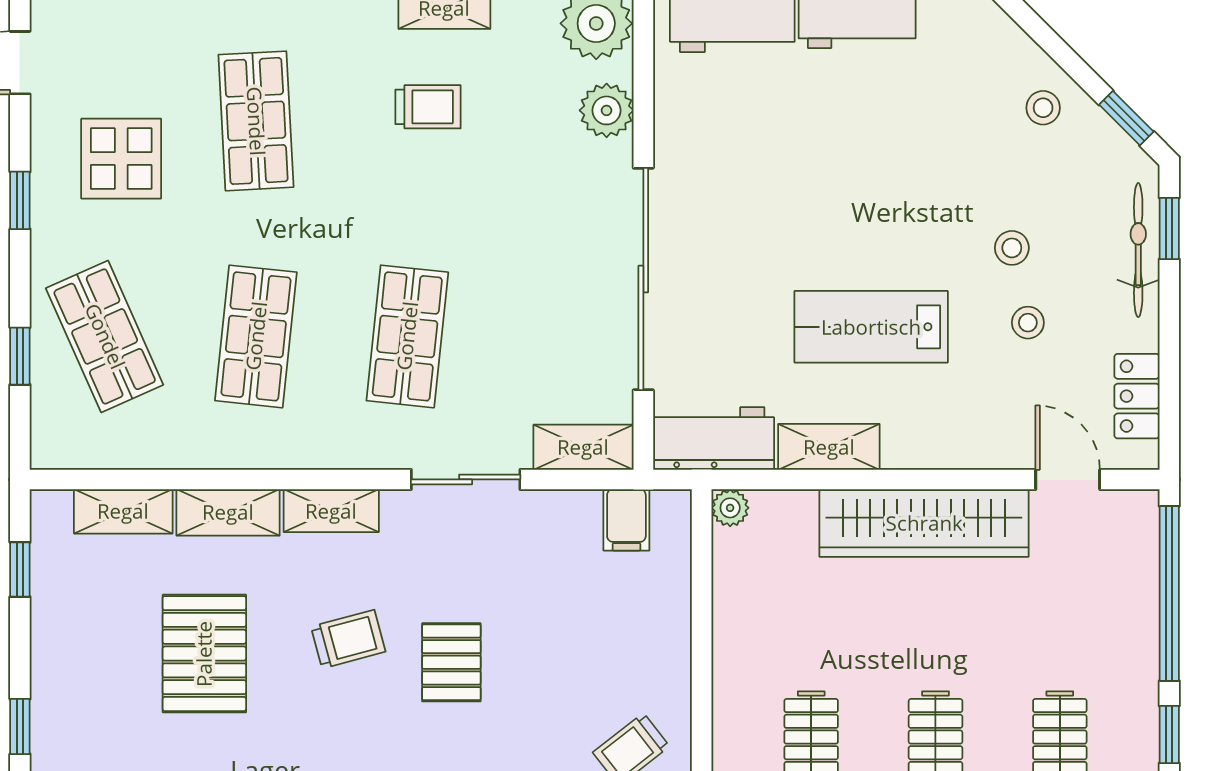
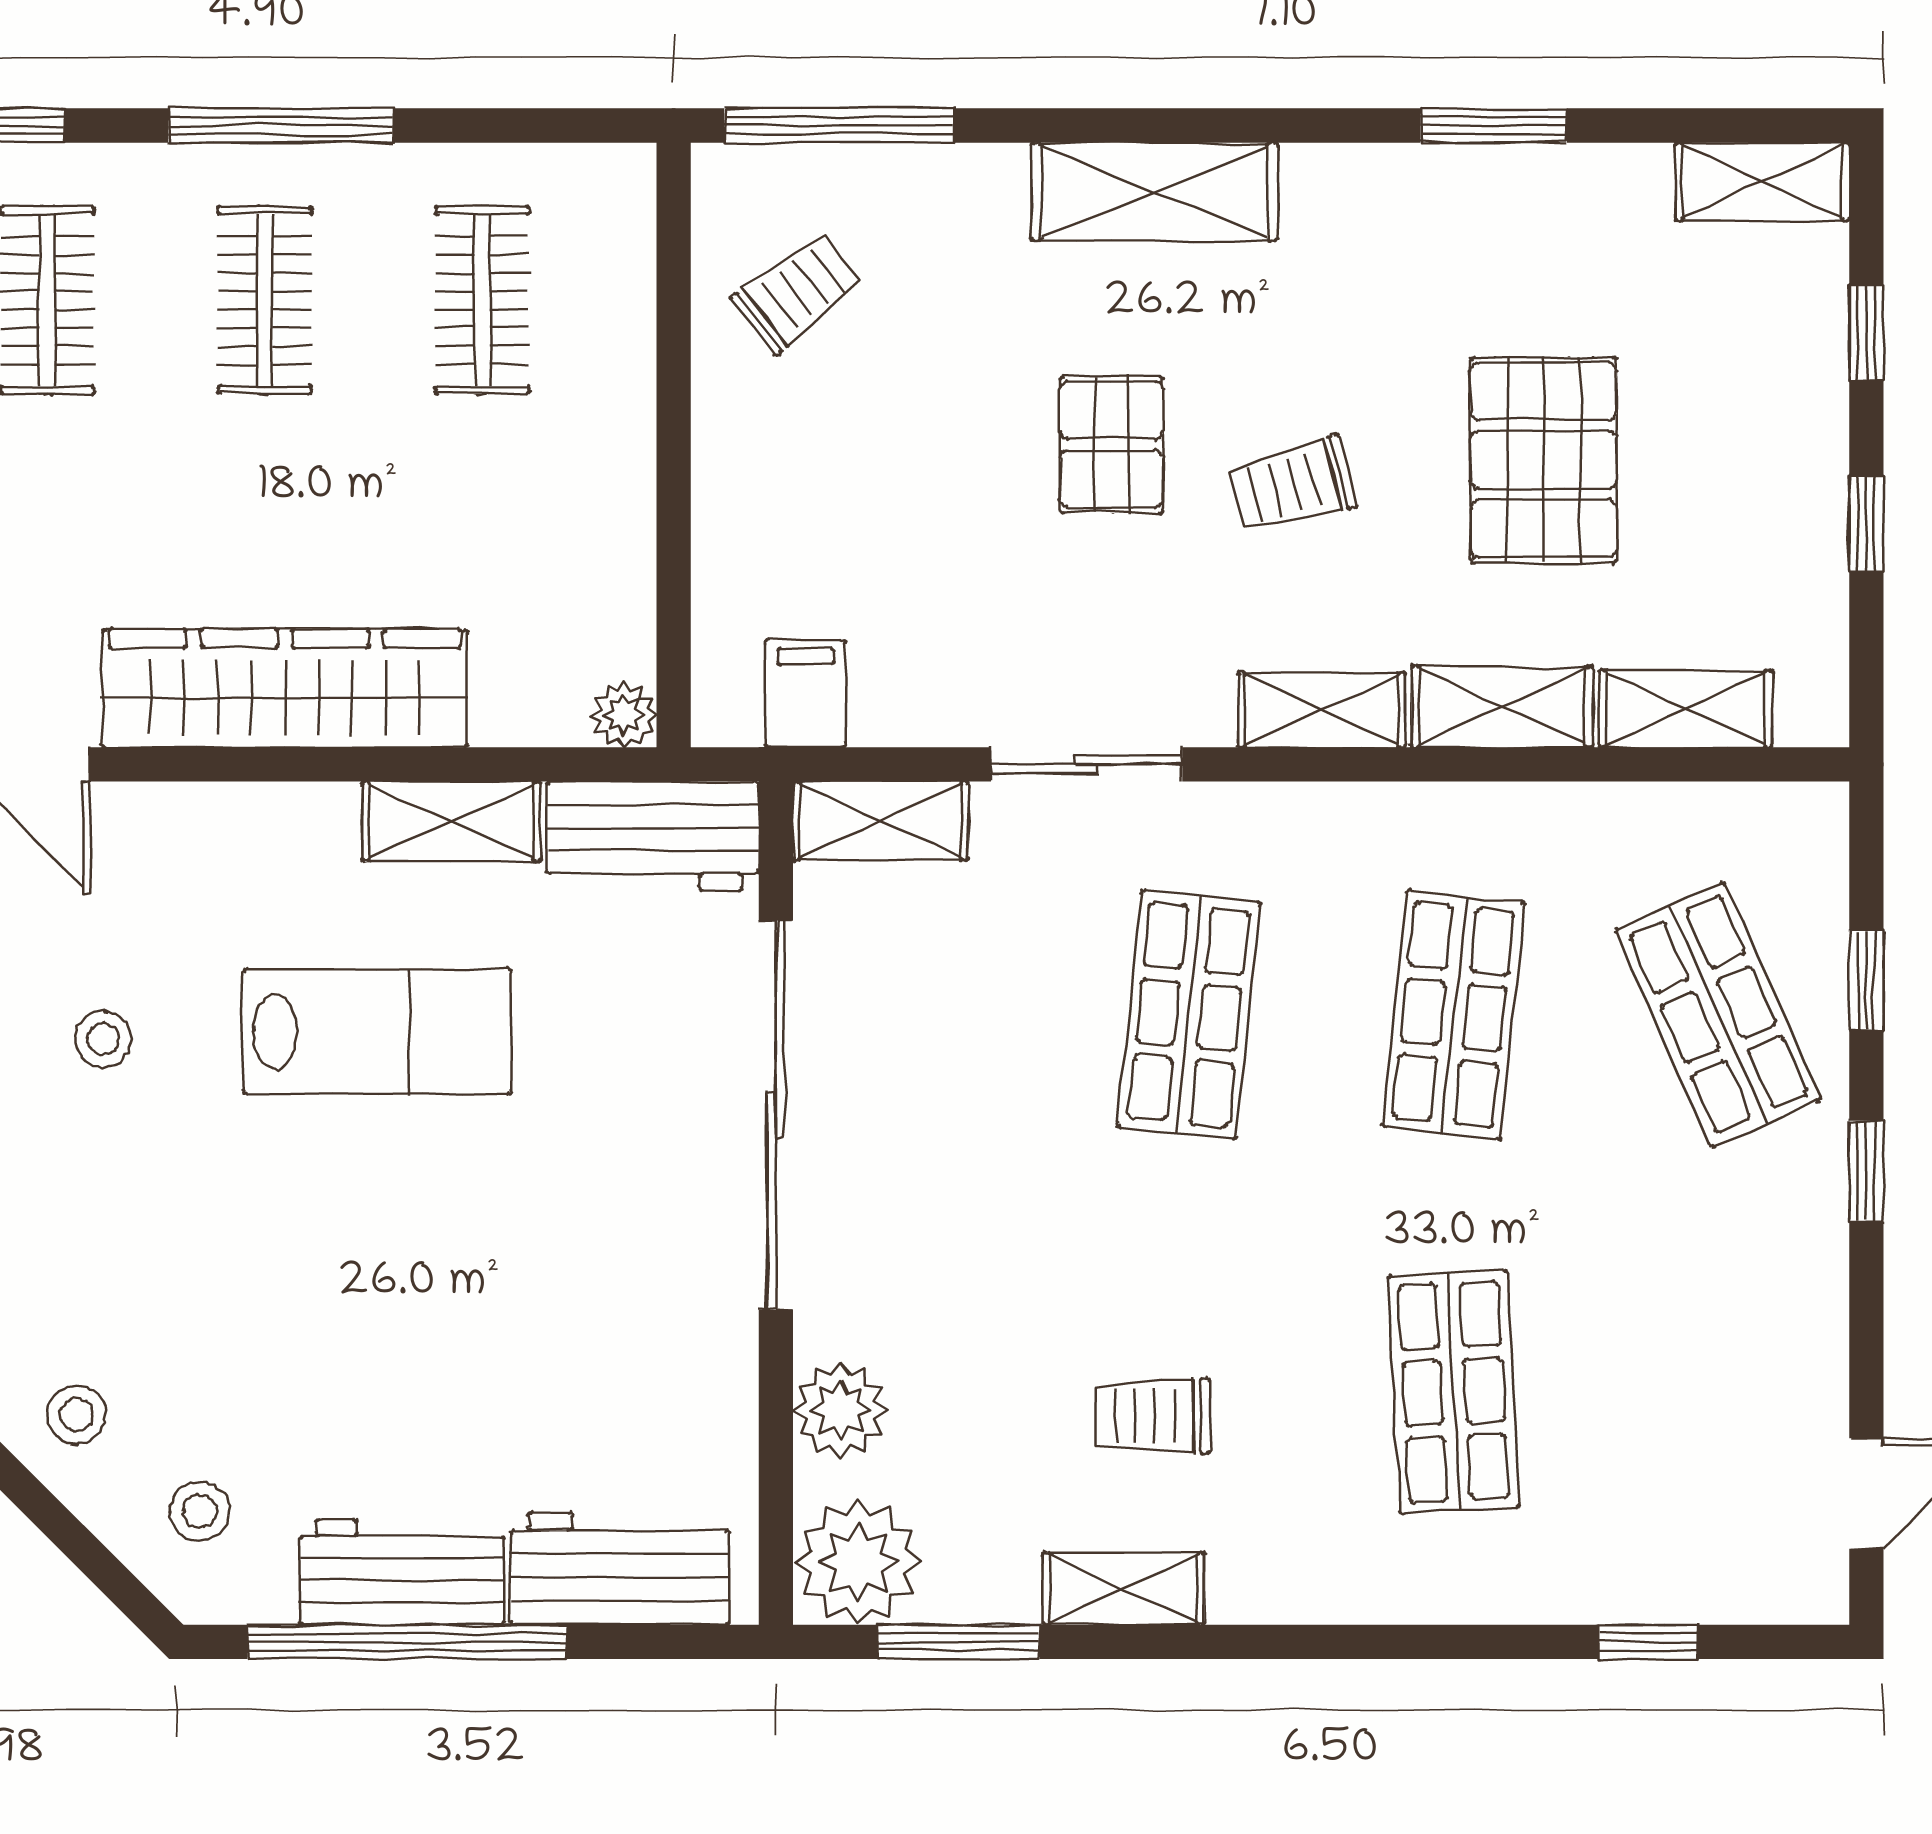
display table: (121, 159) -> (1689, 1326), removed
window: (20, 200) -> (1866, 1171), moved
stool: (1012, 248) -> (200, 1511), moved
window: (20, 570) -> (1866, 523), moved

